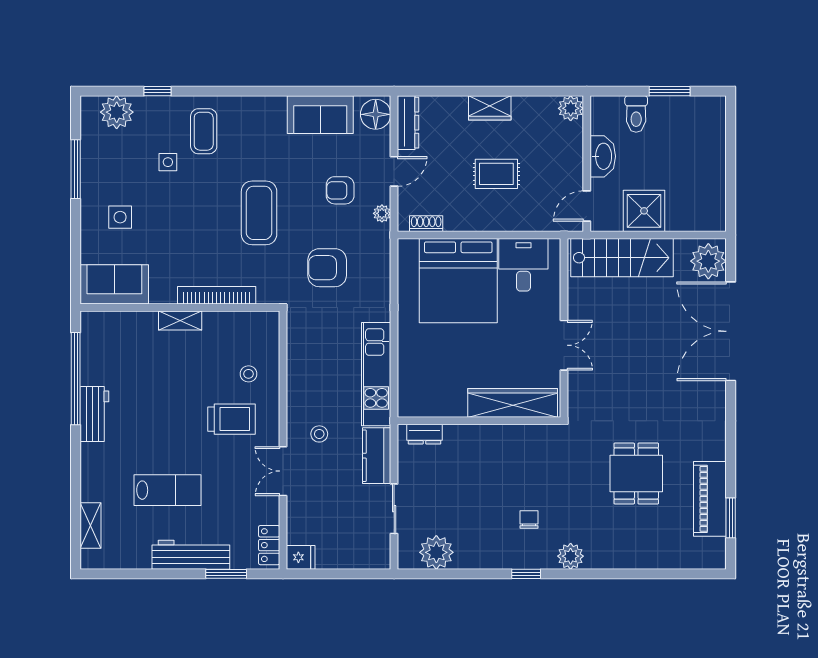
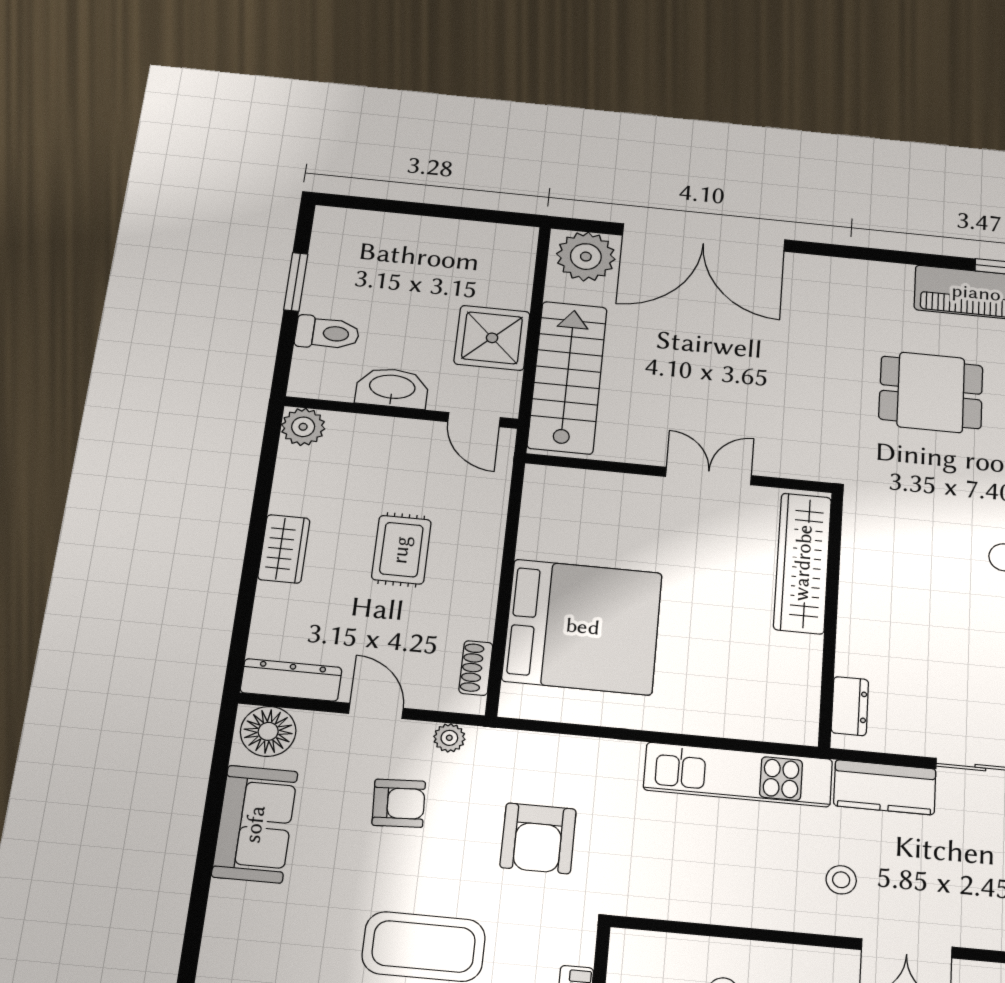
armchair: (340, 190) -> (399, 803), turned -93
desk: (523, 265) -> (565, 524), removed

